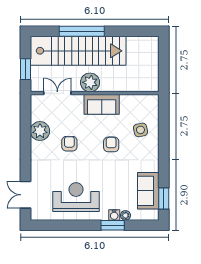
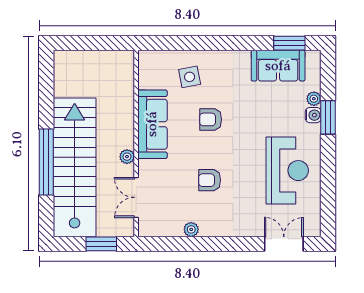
plant: (90, 82) -> (127, 157), width x0.53, depth x0.53
sofa: (102, 104) -> (152, 124), width x1.36
plant: (40, 131) -> (191, 229), width x0.53, depth x0.53
double door: (26, 195) -> (284, 244), swing flipped
reception desk: (76, 197) -> (287, 171), turned 180

